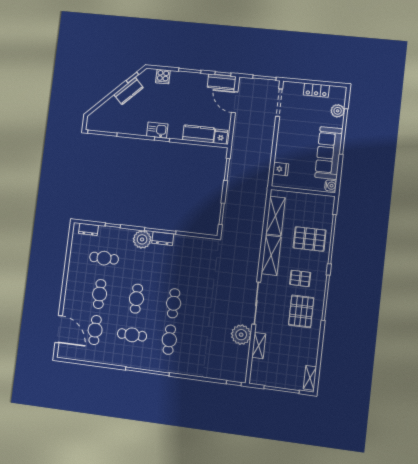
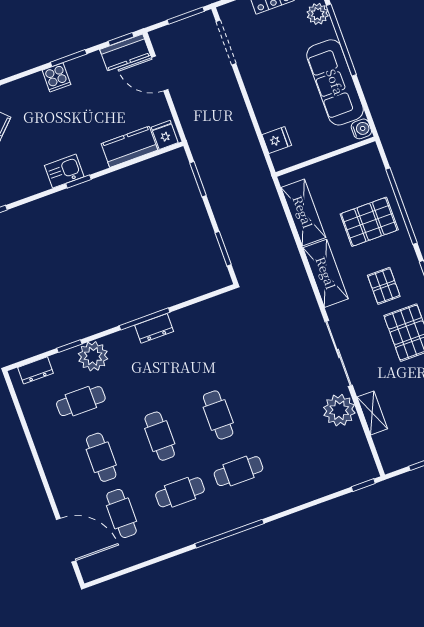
cooker: (163, 77) -> (56, 77), moved
plant: (142, 239) -> (93, 356), moved
pallet: (300, 278) -> (384, 286), turned 90
cafe table: (169, 340) -> (238, 471), turned 90

